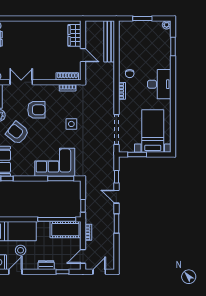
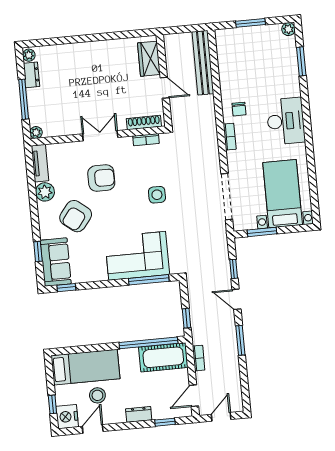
double door: (21, 82) -> (100, 136), moved
armchair: (17, 133) -> (76, 216), turned -90

